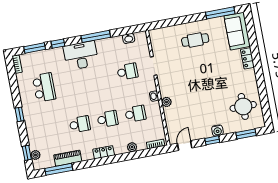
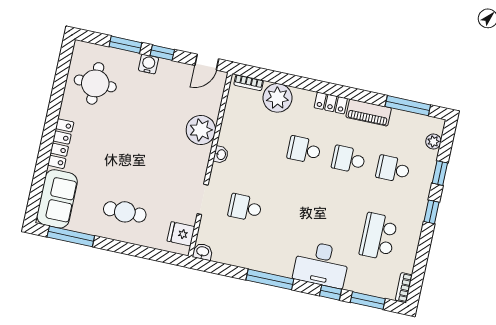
washbasin: (129, 38) -> (203, 252), moved
fridge: (158, 41) -> (181, 234), added
desk: (81, 56) -> (321, 264), moved
locker: (247, 58) -> (61, 144), width x1.53
plant: (167, 102) -> (201, 130), width x1.88, depth x1.88
school desk: (135, 114) -> (393, 169), moved
window: (246, 134) -> (125, 45), moved
plant: (132, 147) -> (277, 98), width x1.87, depth x1.87
window: (27, 153) -> (440, 173), moved
piano: (68, 158) -> (369, 113), moved

